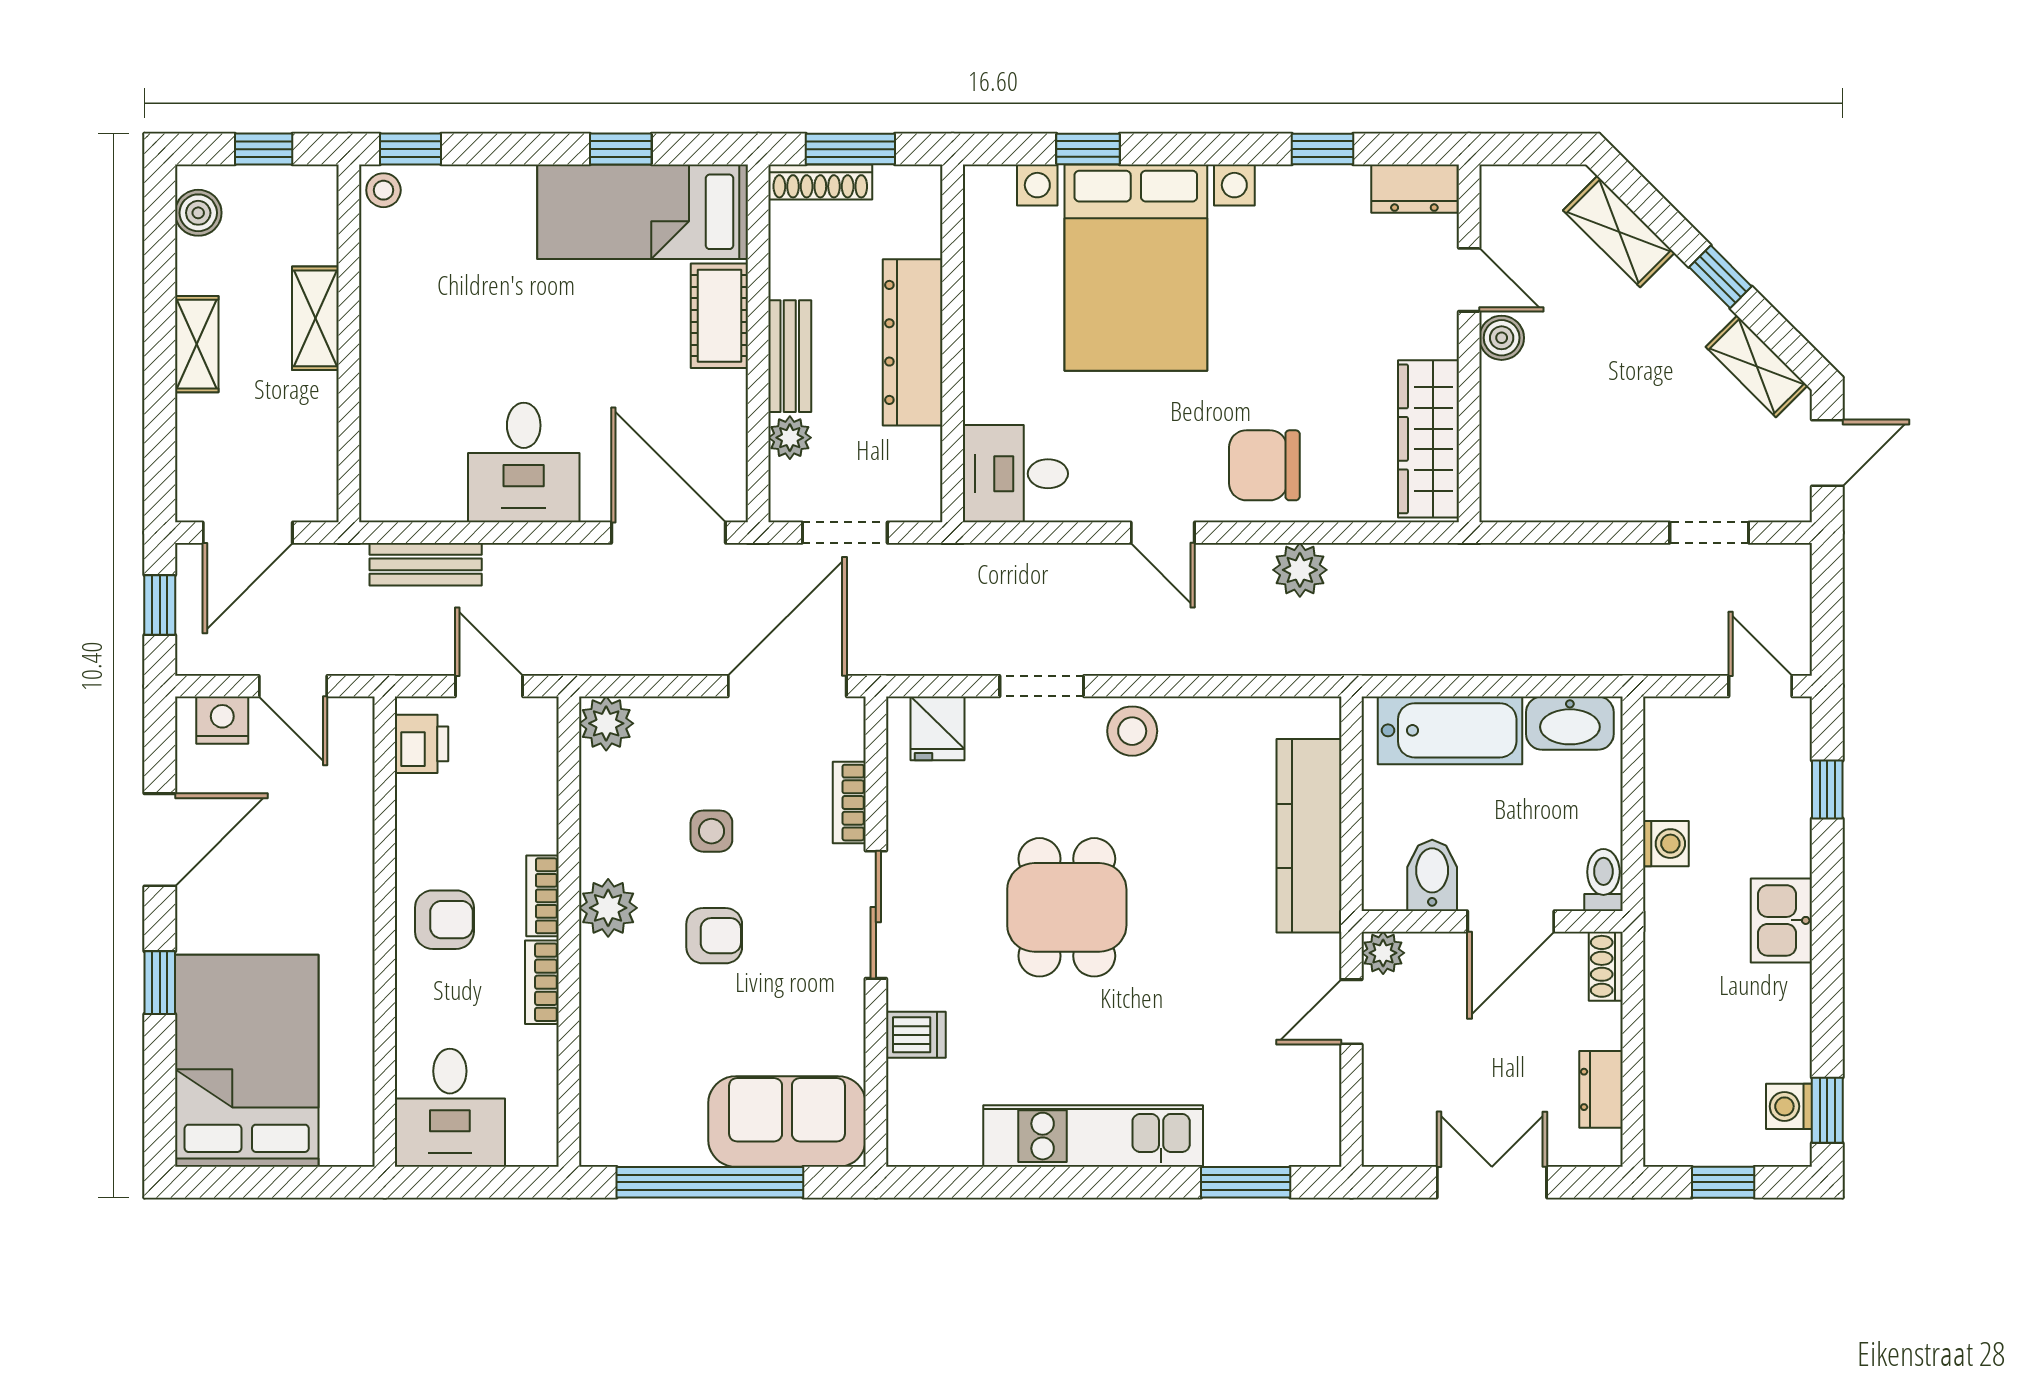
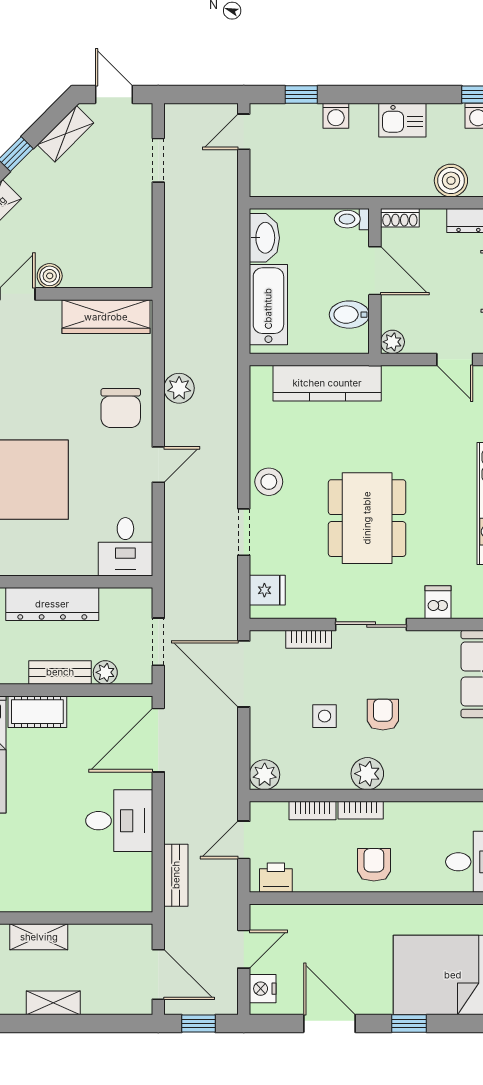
washing machine: (1666, 844) -> (336, 116), moved, turned 180
dining table: (1067, 907) -> (367, 518), width x1.37
kitchen sink: (1781, 920) -> (402, 120), moved
bookcase: (542, 982) -> (312, 811), moved
door: (1351, 1012) -> (455, 359), moved
boiler: (1673, 1058) -> (451, 181), added

